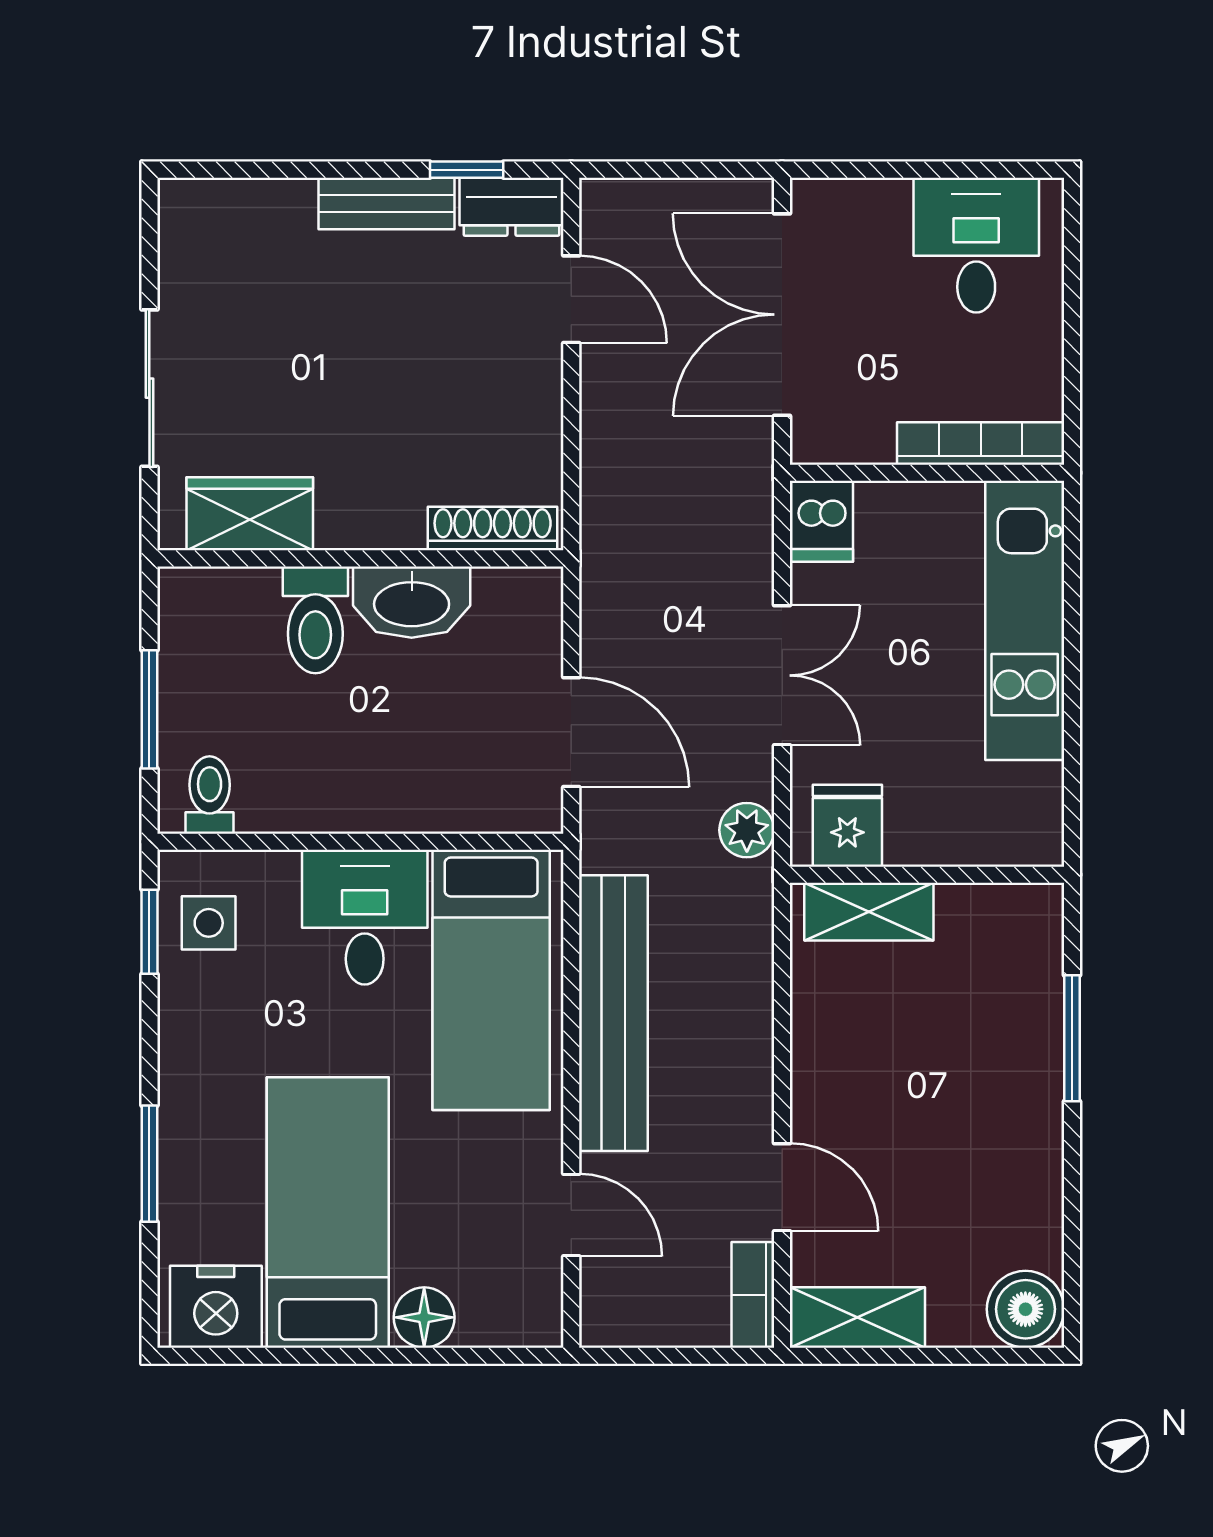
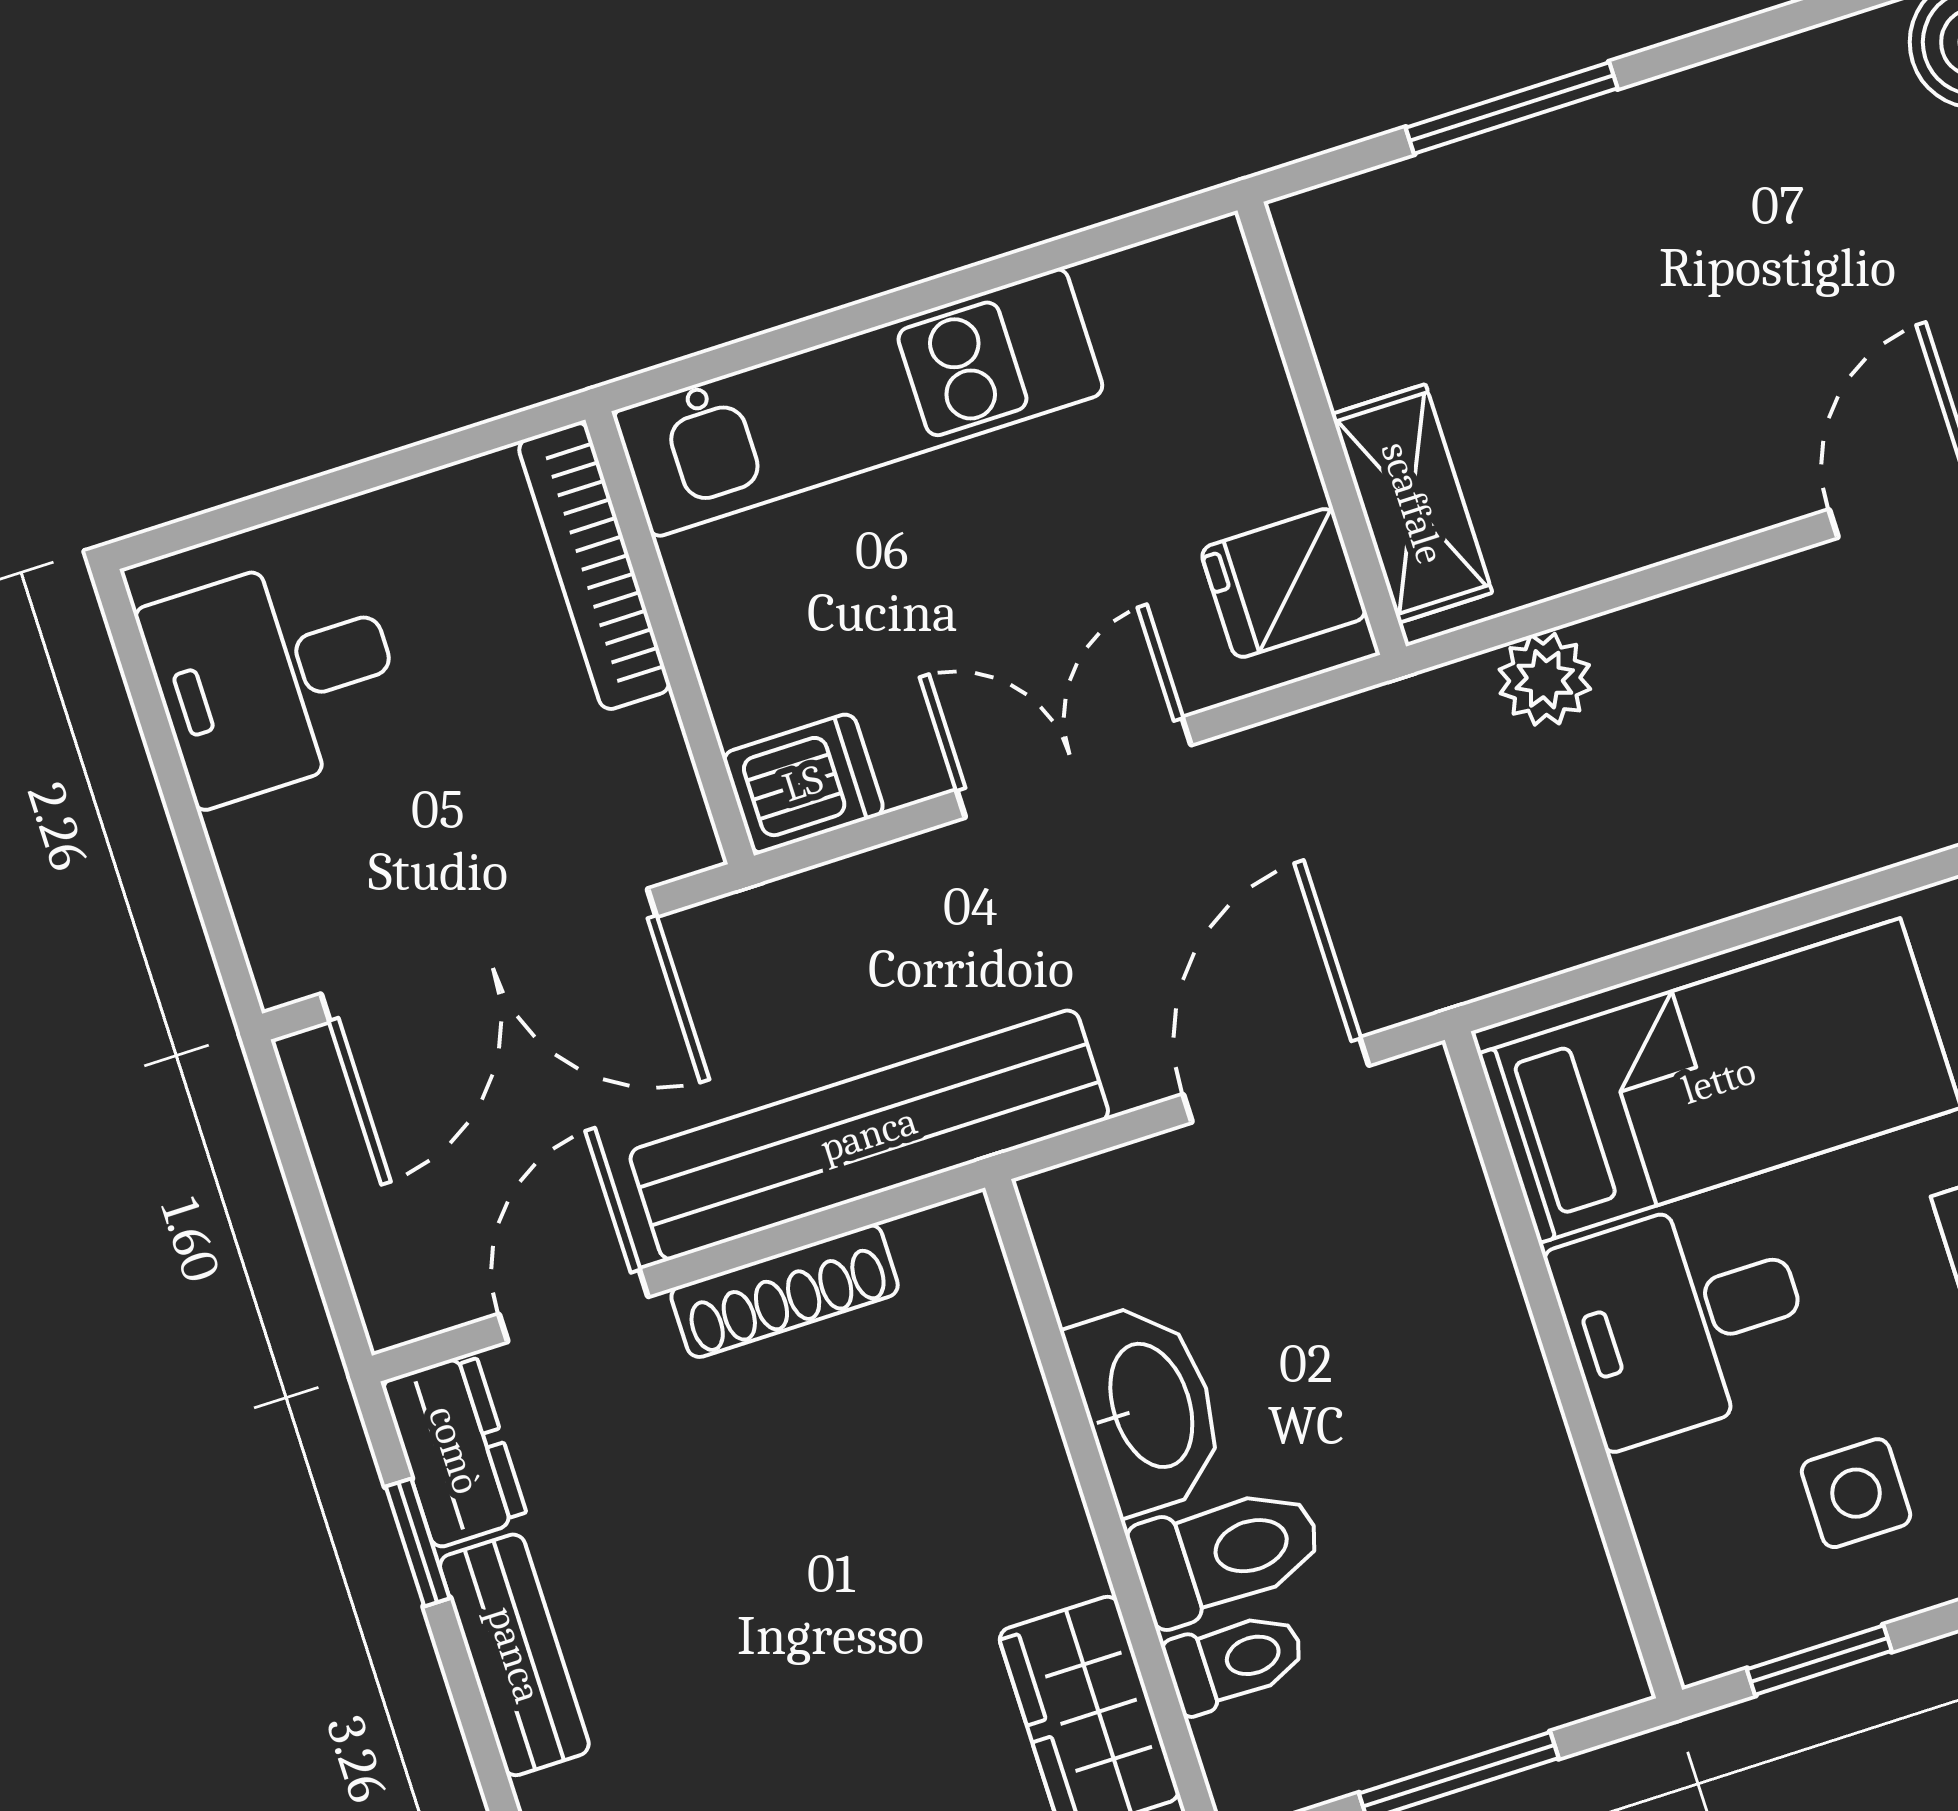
shoe rack: (493, 529) -> (785, 1291), moved, turned -90
toilet: (210, 795) -> (1235, 1661), moved, turned 180
plant: (747, 830) -> (1545, 679), moved
side table: (209, 923) -> (1856, 1493), moved
bench: (613, 1013) -> (869, 1135), moved

